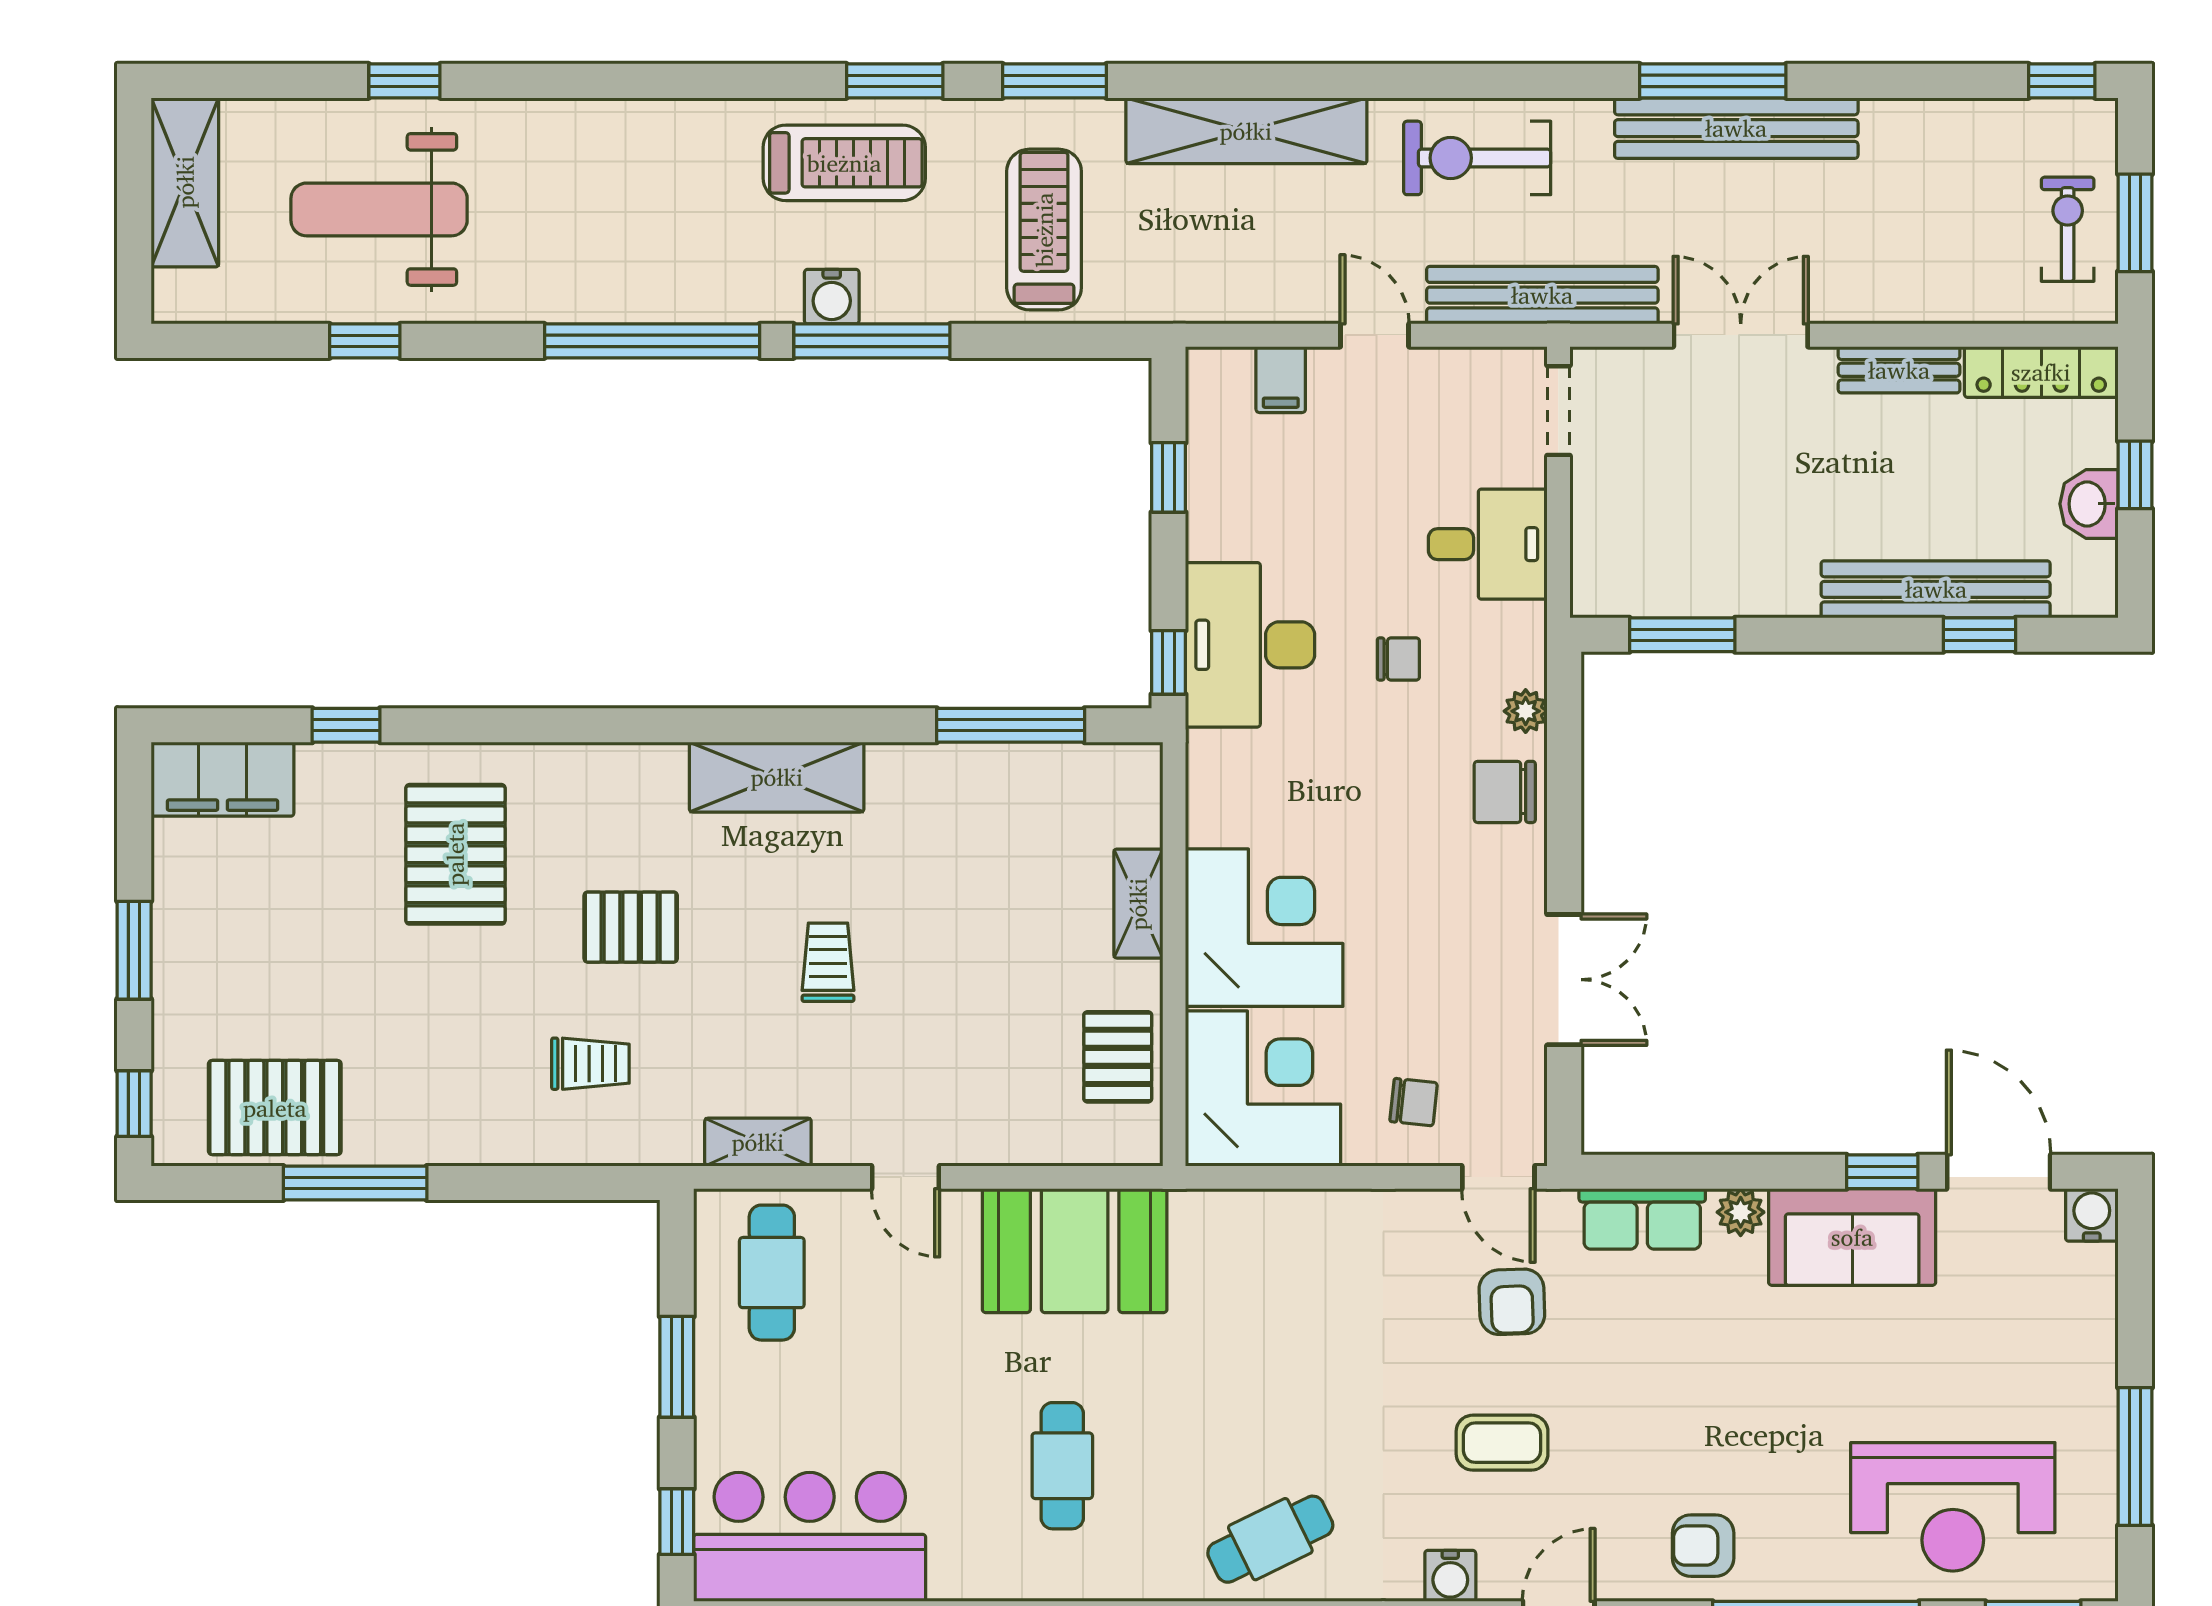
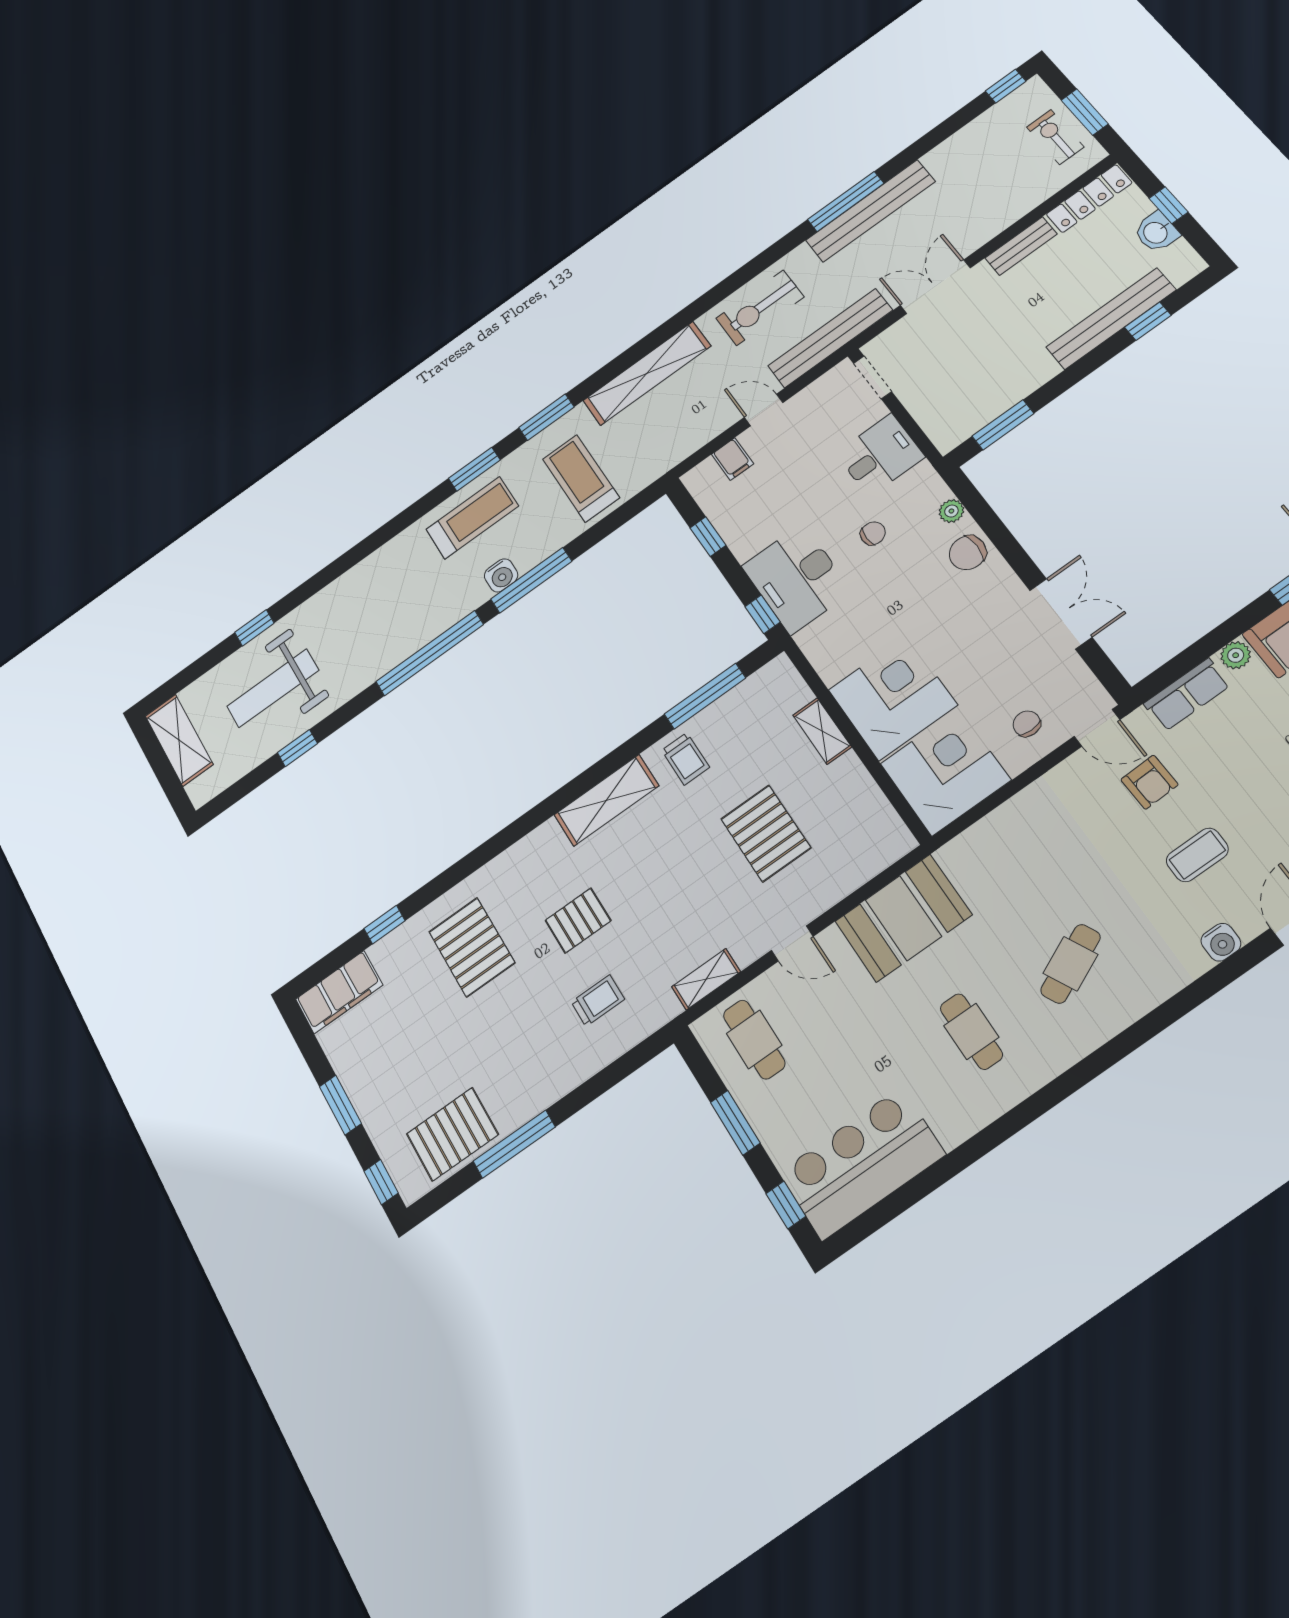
trolley: (828, 962) -> (686, 759), moved, turned 180
pallet: (1118, 1057) -> (766, 833), moved, width x1.50, depth x1.42
chair: (1414, 1102) -> (1027, 724), turned -96
cafe table: (1270, 1539) -> (1071, 964), moved

